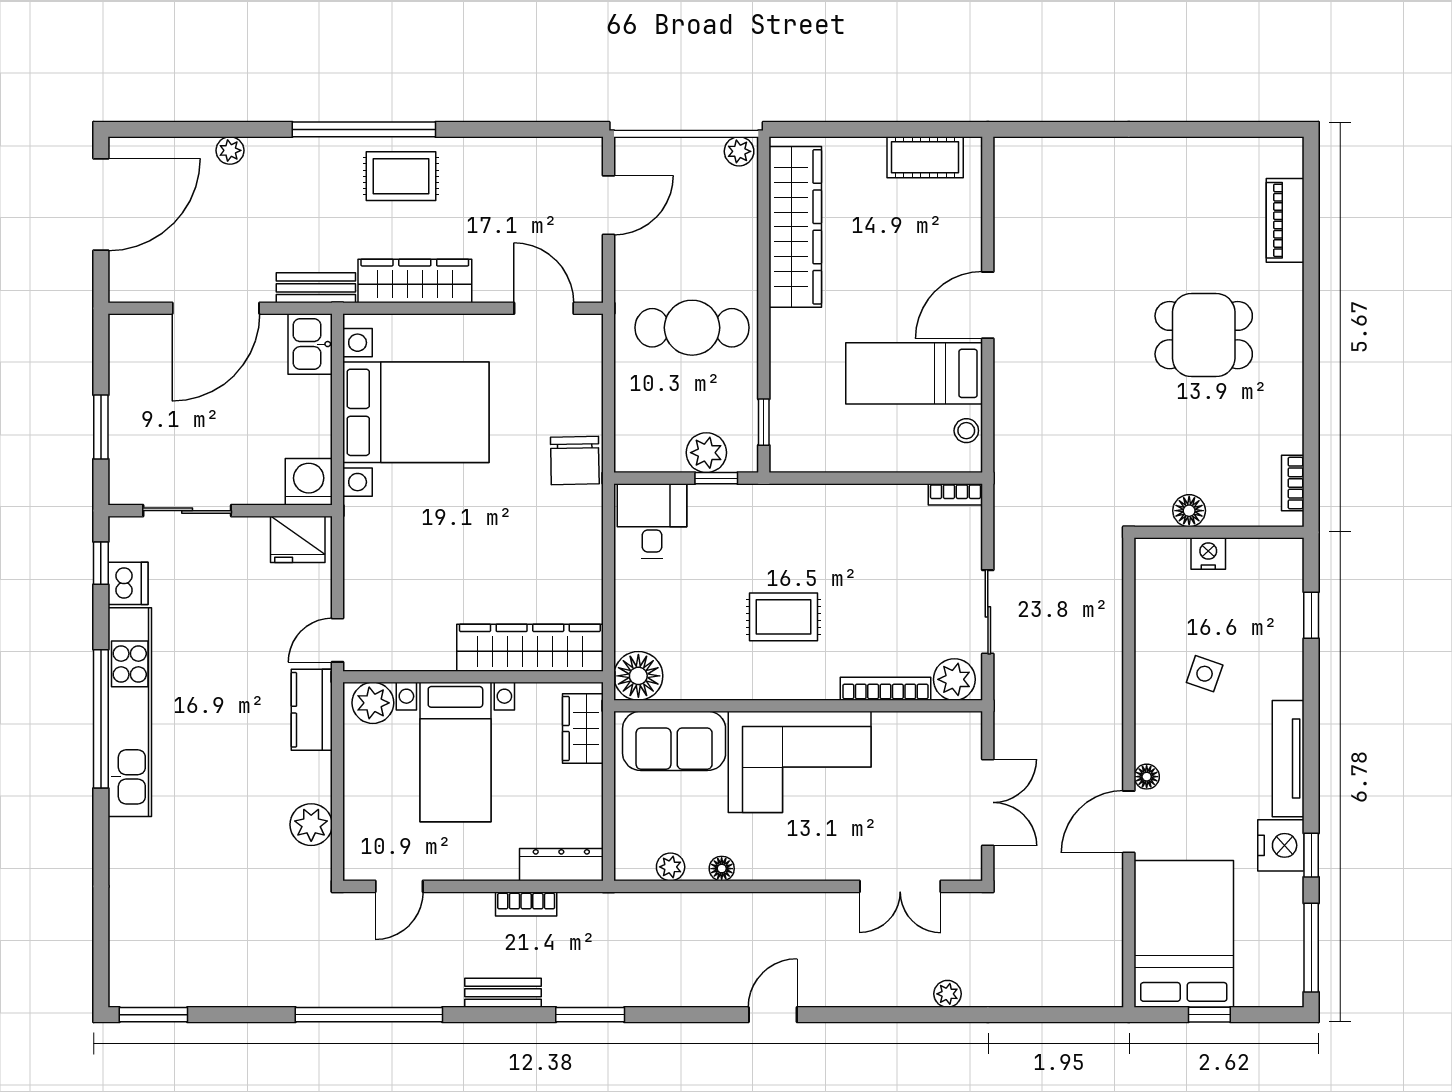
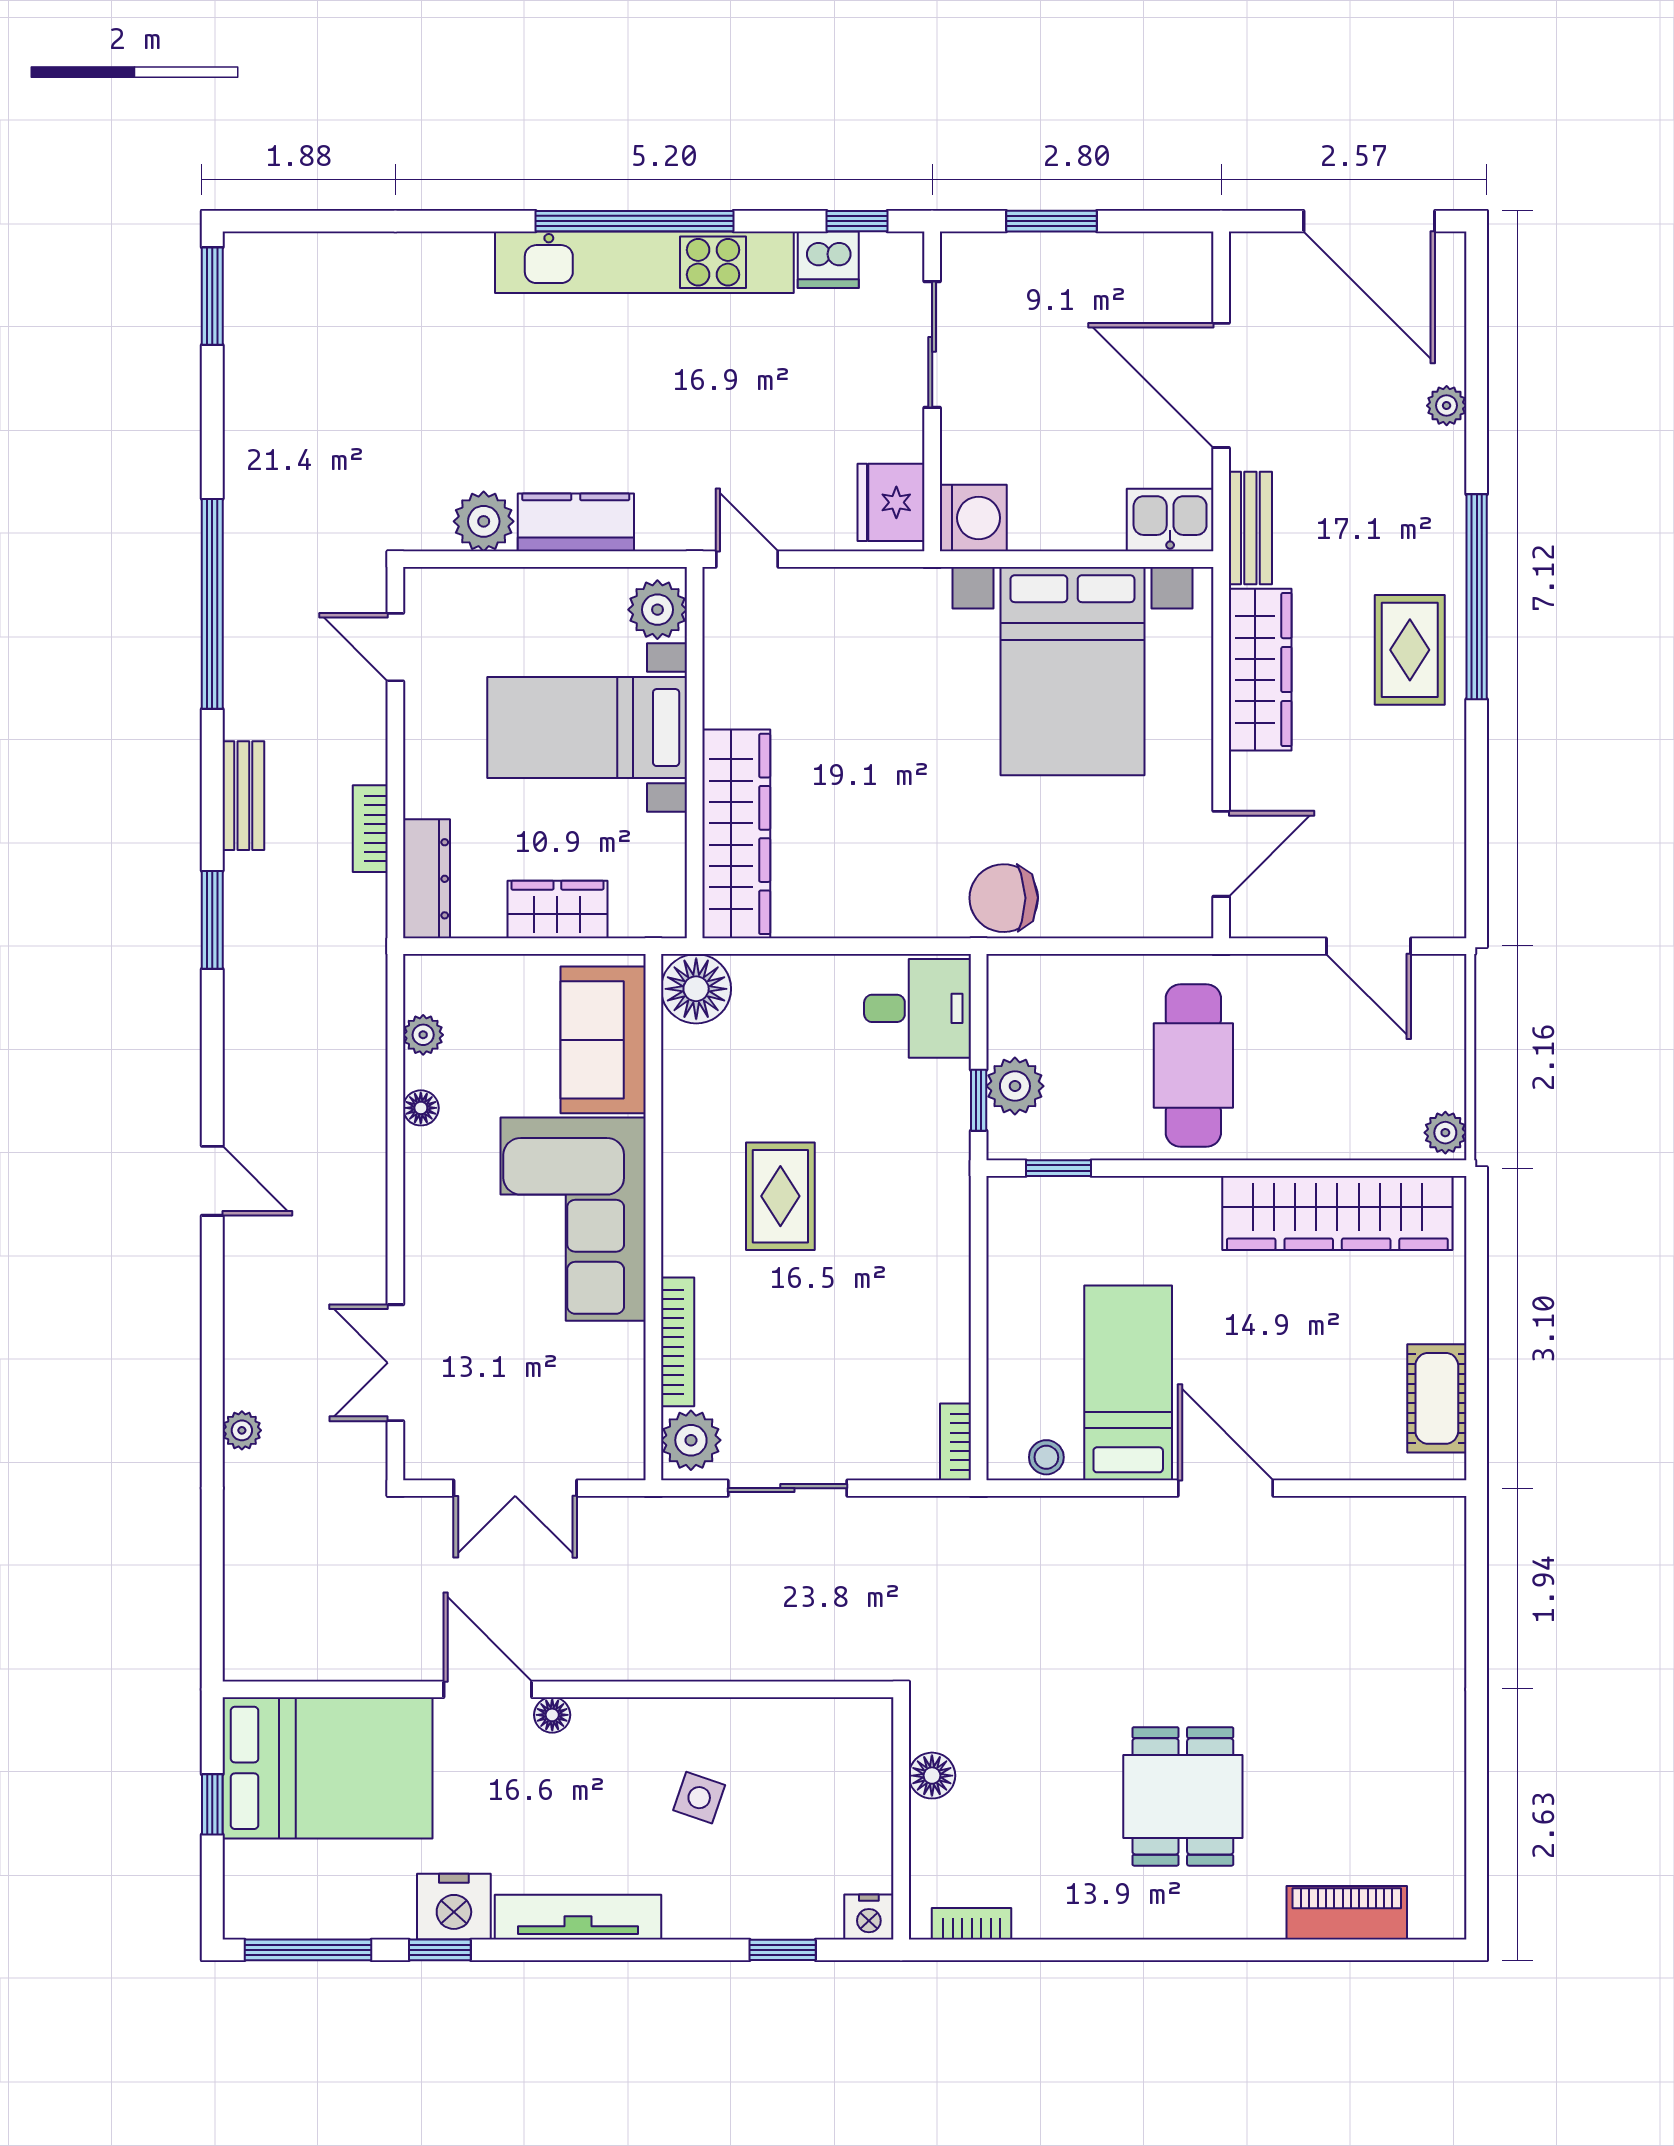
nightstand: (1208, 554) -> (869, 1917), moved, turned 90
kitchen counter: (312, 710) -> (576, 522), moved
wardrobe: (583, 729) -> (557, 909), moved

